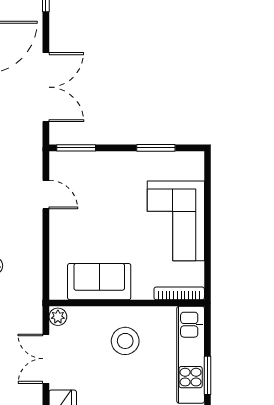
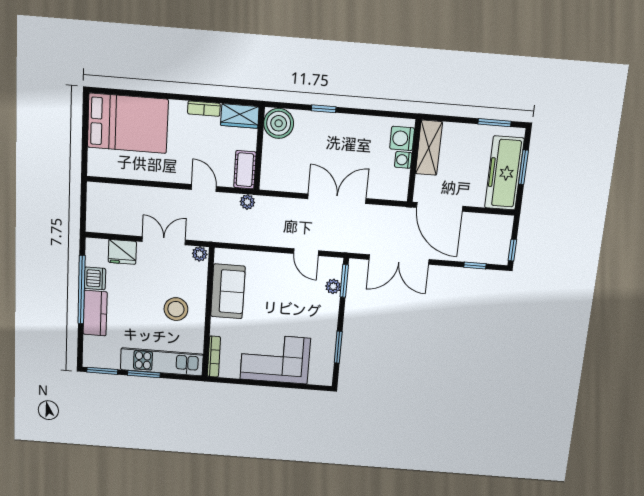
plant: (83, 160) -> (333, 286), added
door: (46, 195) -> (306, 252), hinge flipped

